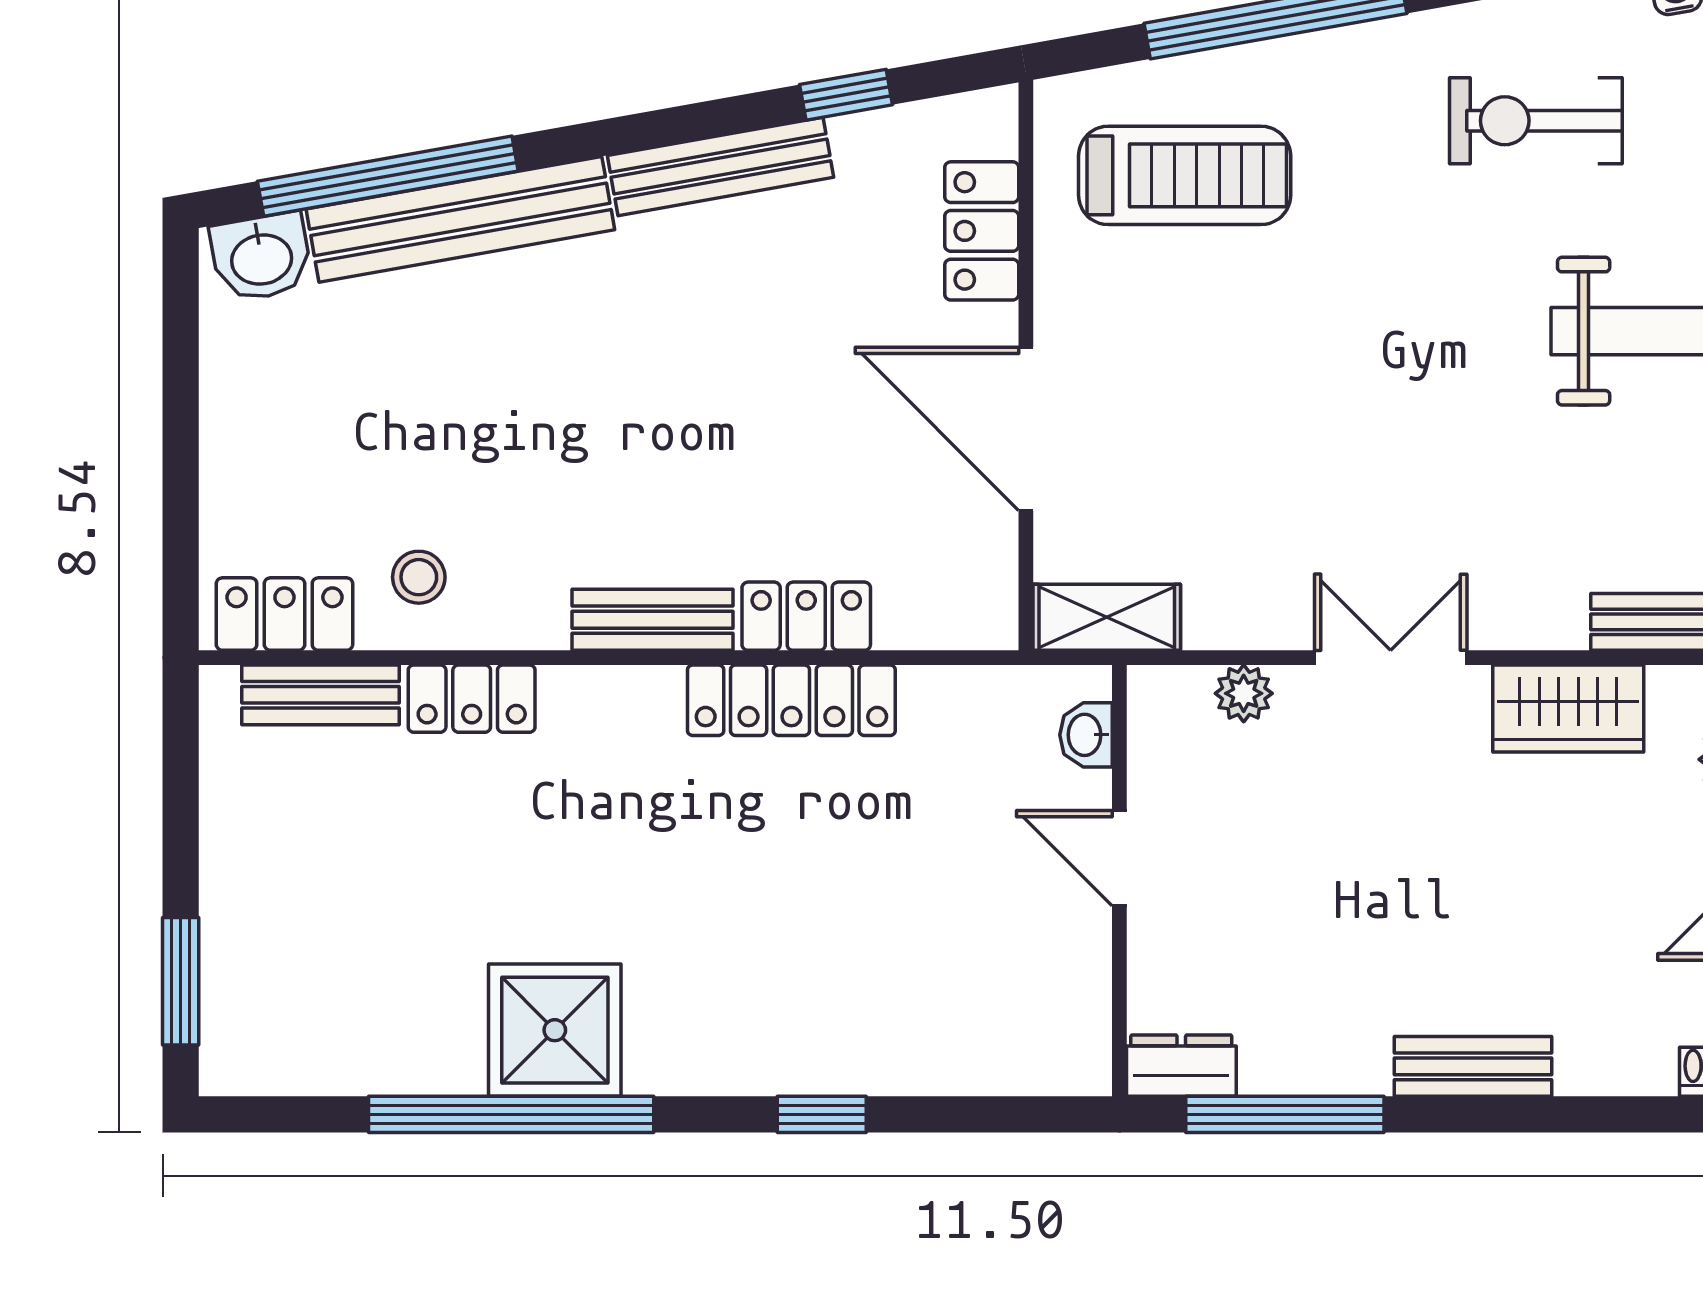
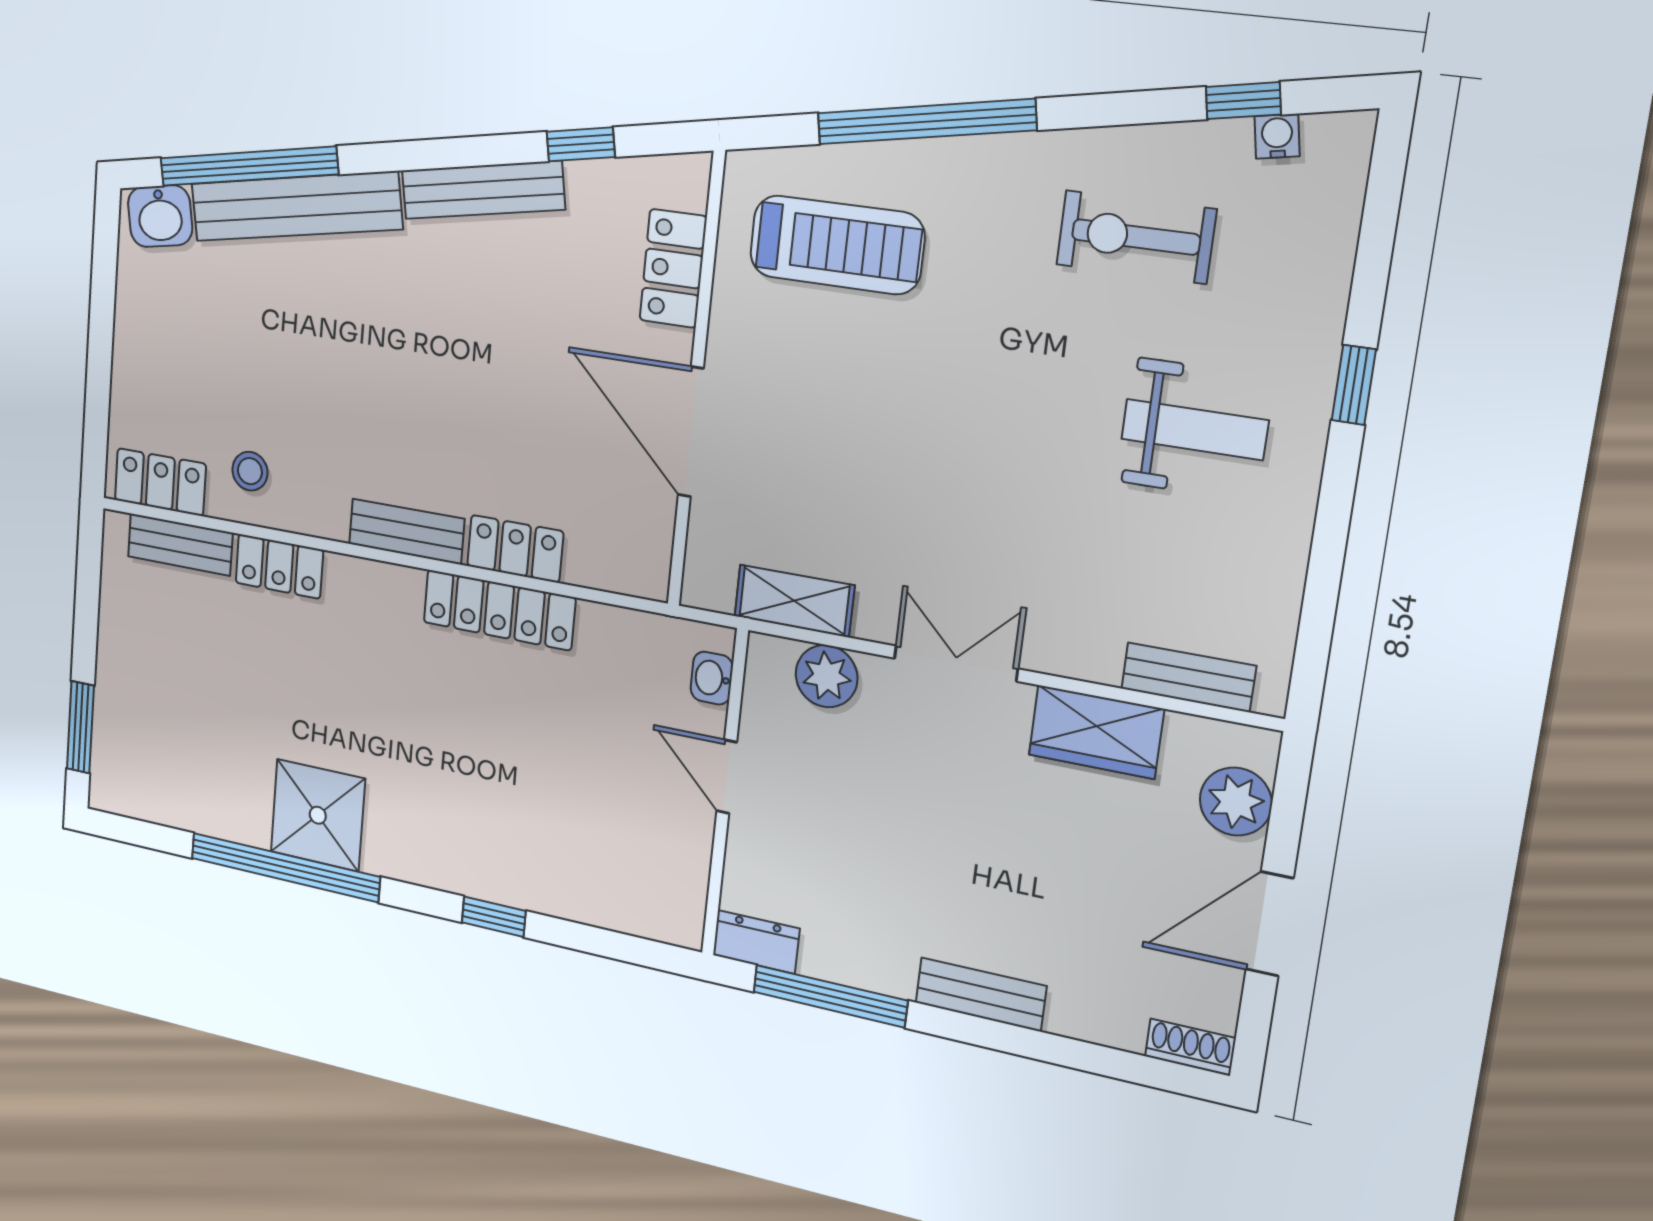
shelving: (1107, 617) -> (794, 601), moved
plant: (1244, 693) -> (827, 676), width x1.38, depth x1.38

